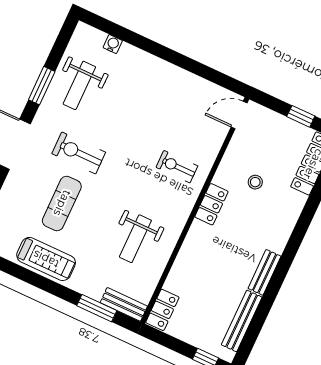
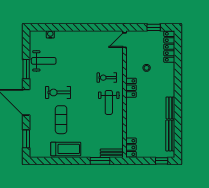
weight bench: (79, 85) -> (44, 61), turned -90
weight bench: (135, 239) -> (109, 102), moved

